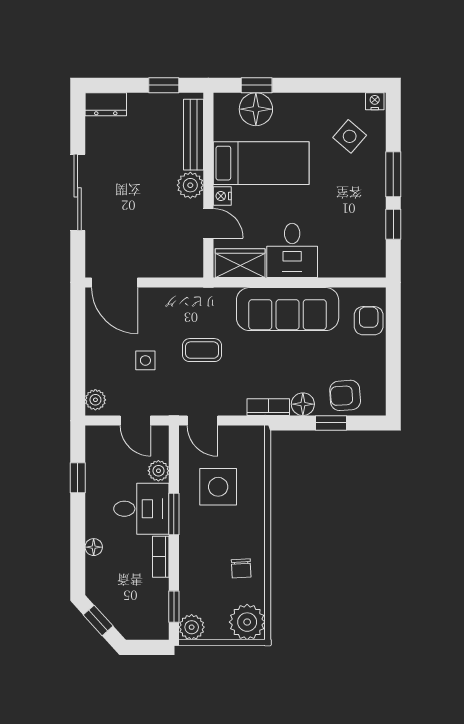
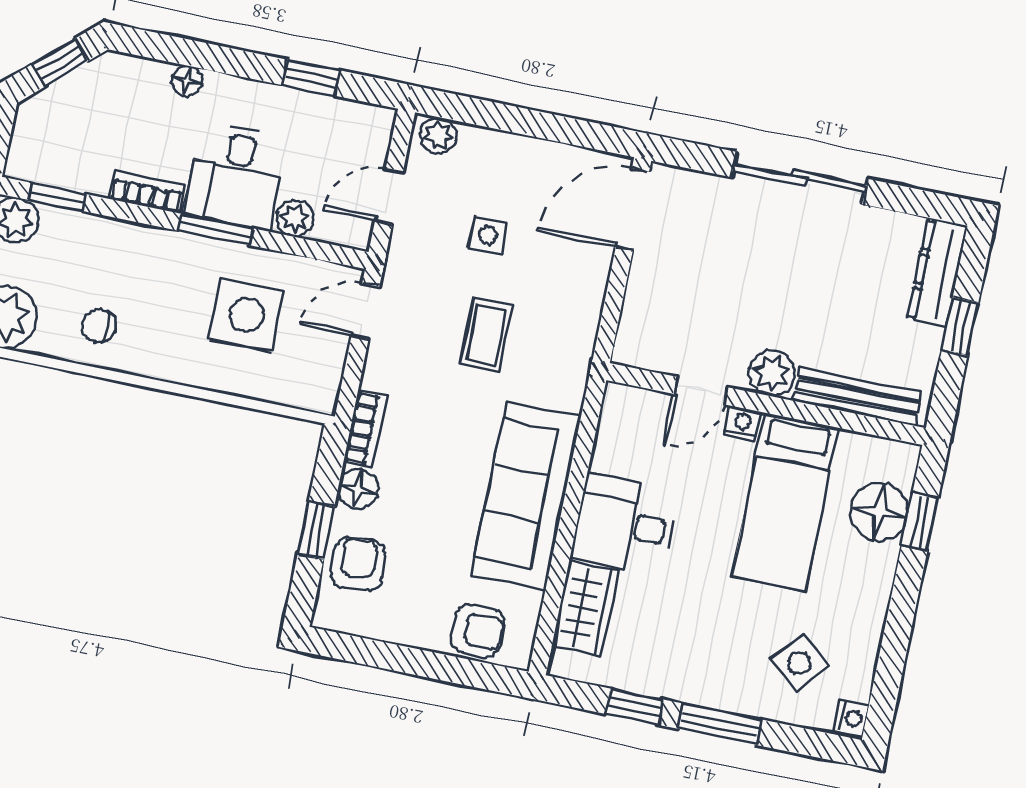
window: (164, 85) -> (960, 326), moved
dresser: (106, 104) -> (937, 272), width x1.44
wardrobe: (240, 263) -> (585, 609), moved

